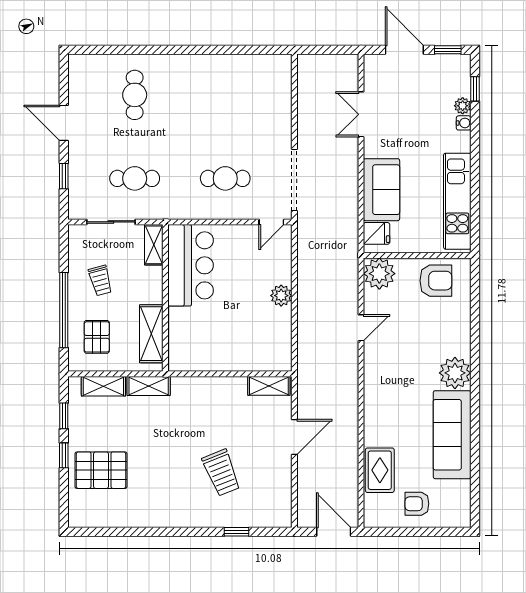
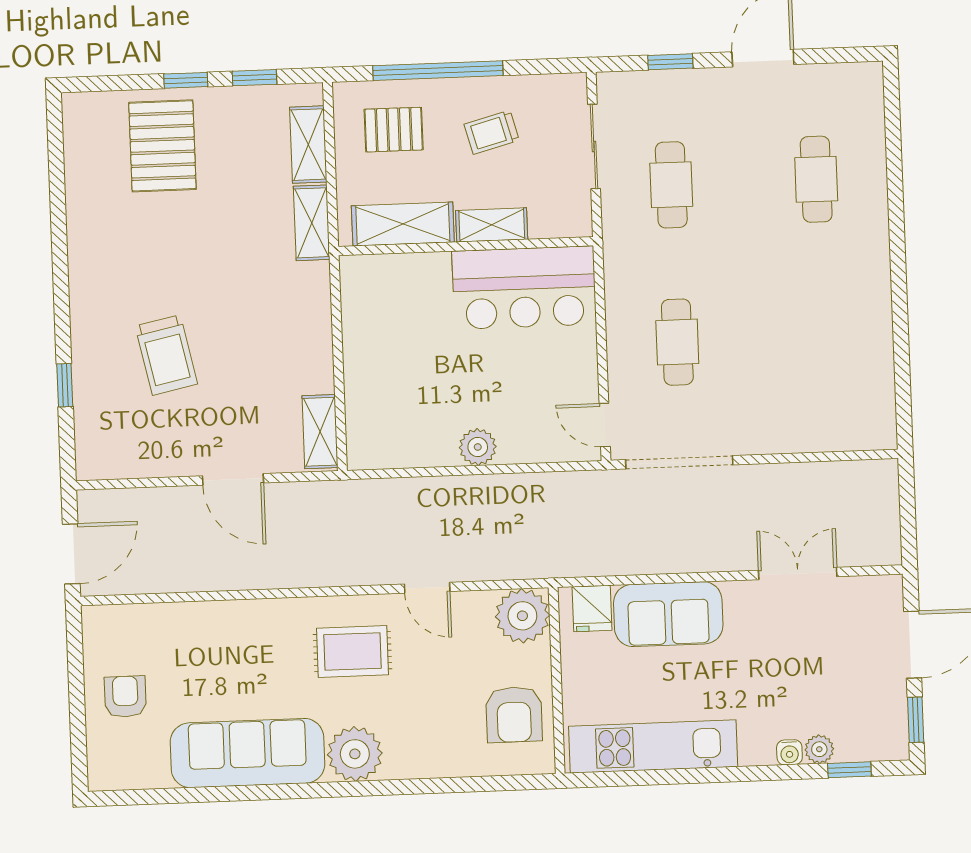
cafe table: (135, 95) -> (816, 179), turned 90
shelving: (154, 245) -> (492, 225), moved
rug: (380, 470) -> (352, 651), moved
trolley: (221, 473) -> (166, 355), turned -80

